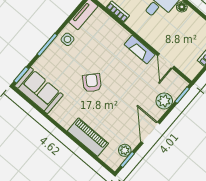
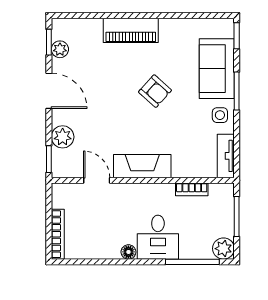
fireplace: (140, 50) -> (142, 166), width x1.37, depth x1.32
sofa: (39, 90) -> (217, 69), moved, turned 90
piano: (88, 137) -> (131, 30), moved

